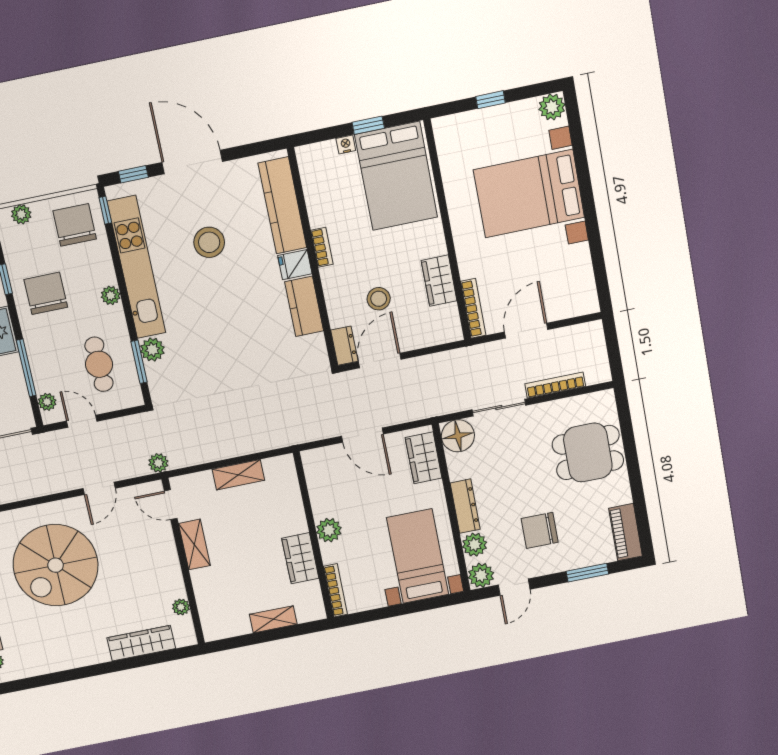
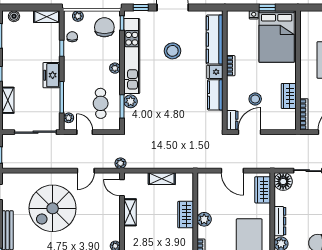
chair: (46, 293) -> (72, 37), moved, width x0.54, depth x0.54
wardrobe: (300, 558) -> (186, 215), moved

